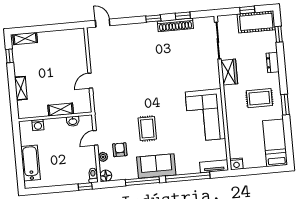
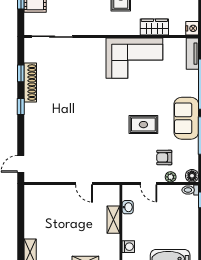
wardrobe: (229, 72) -> (154, 27), moved

